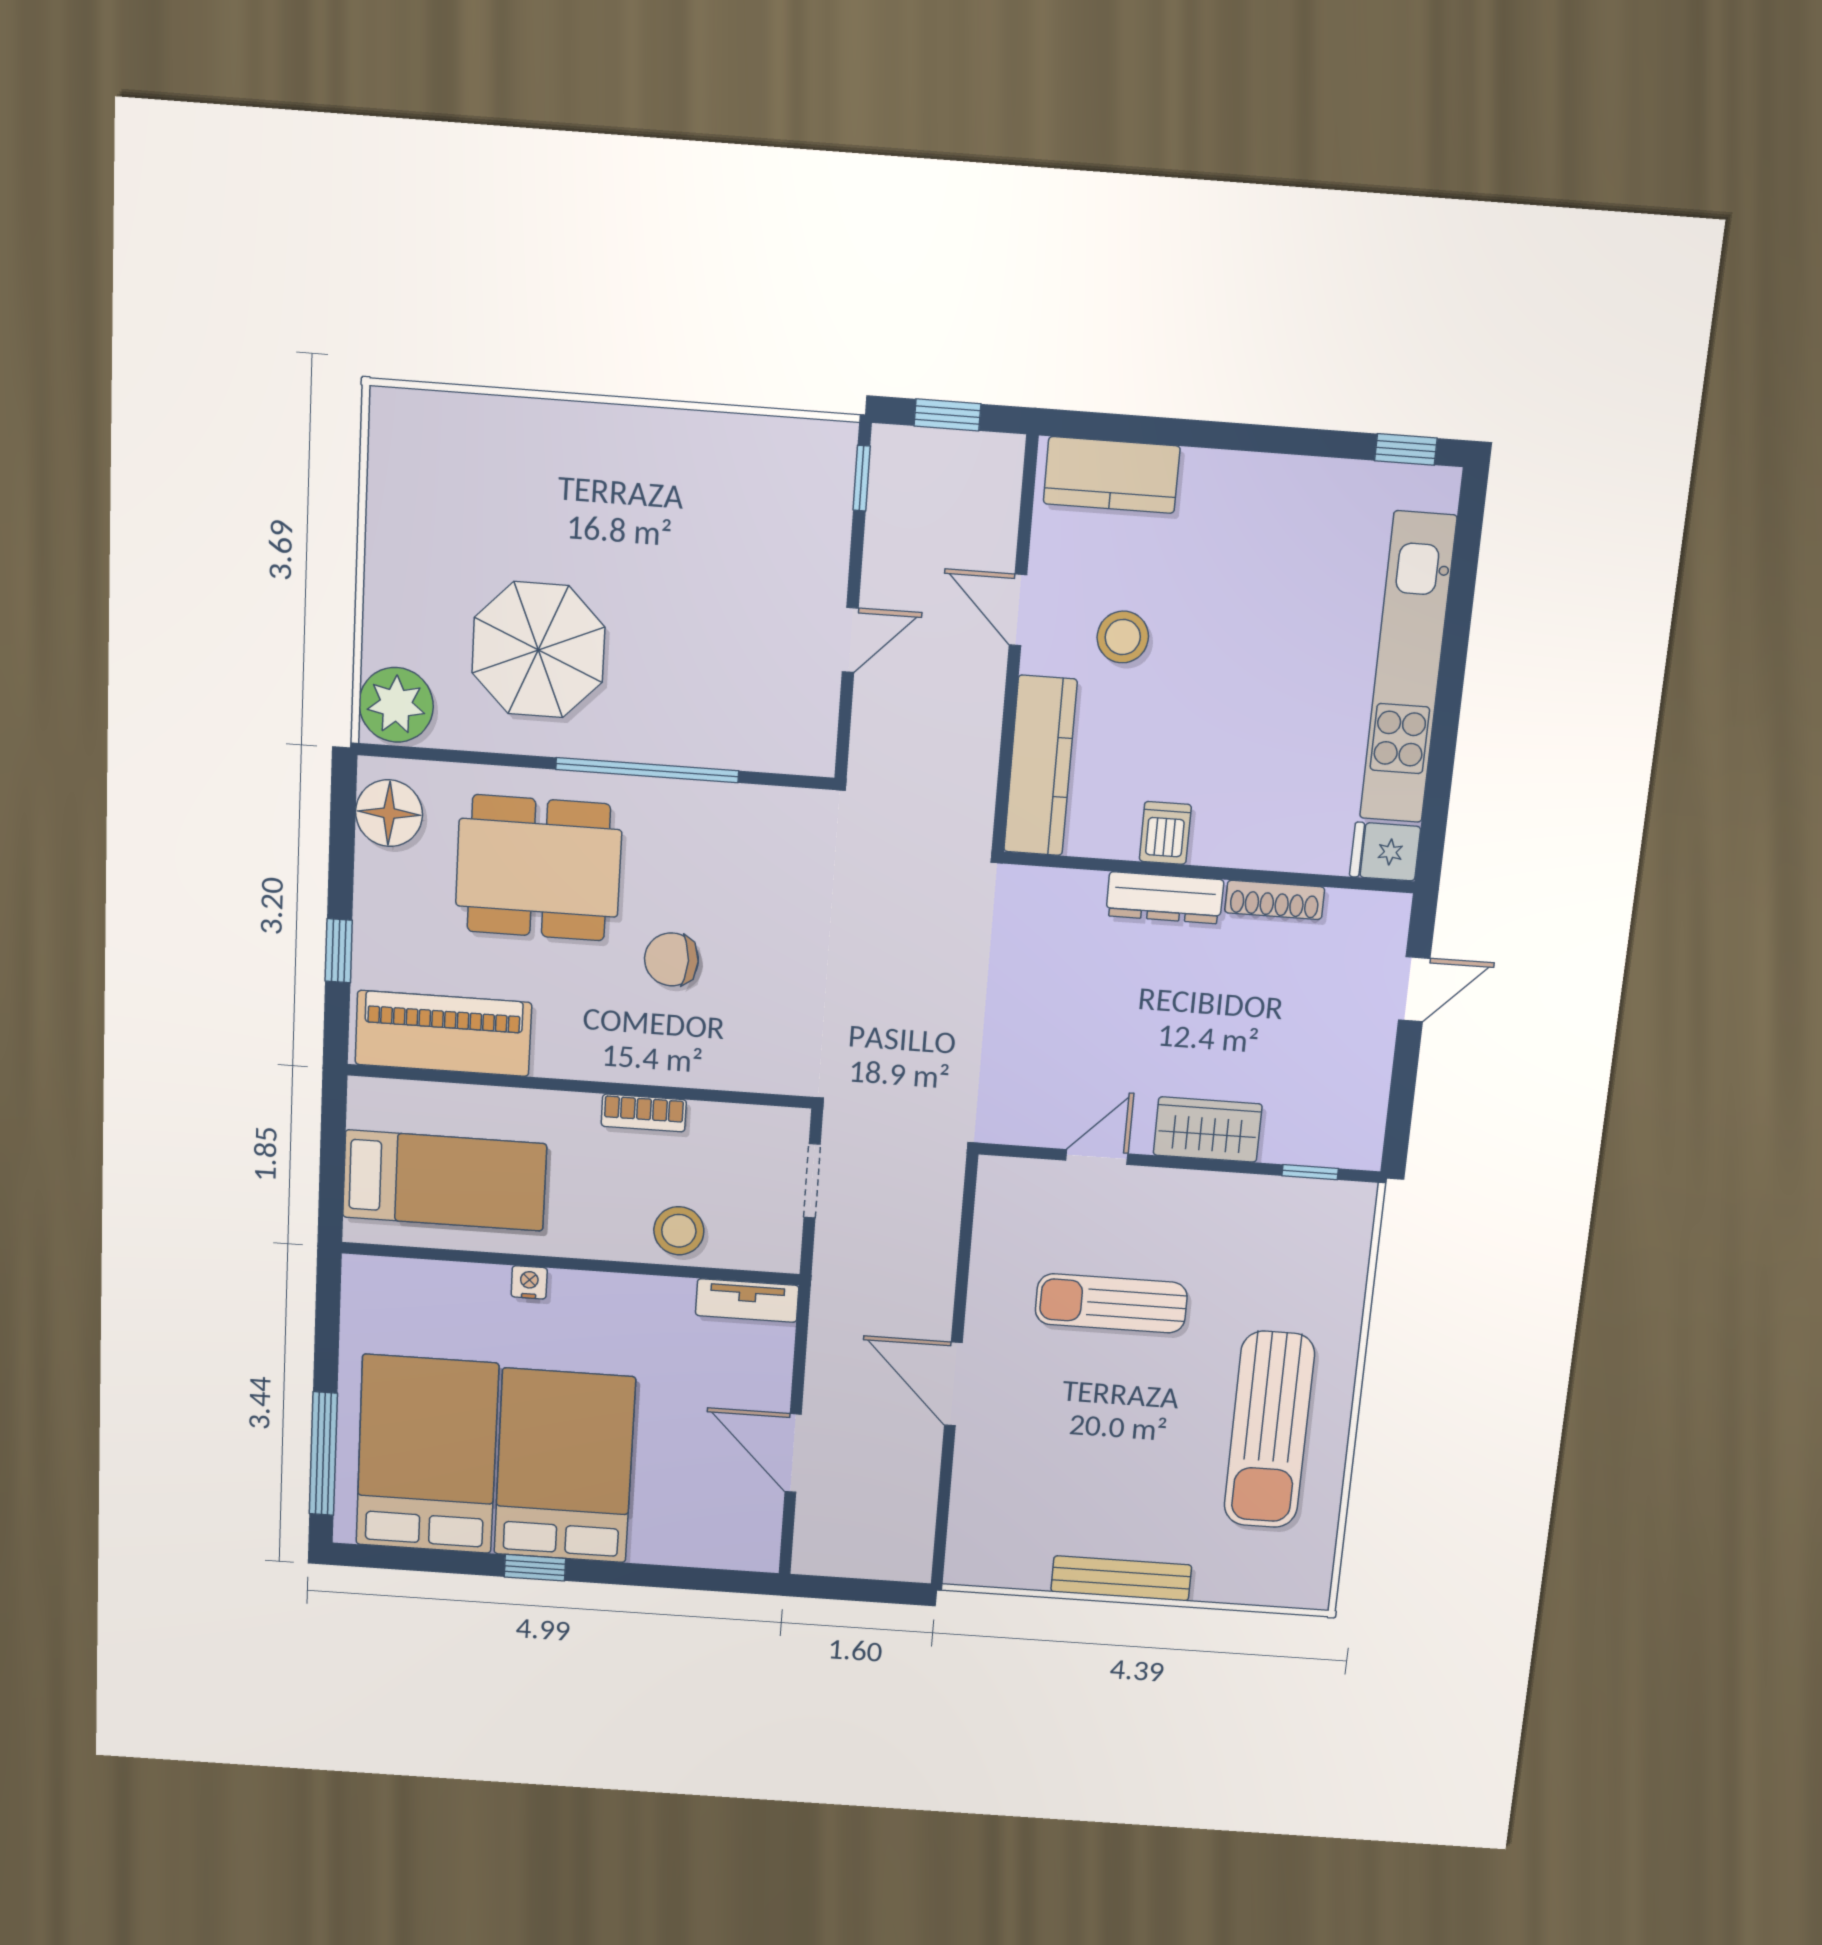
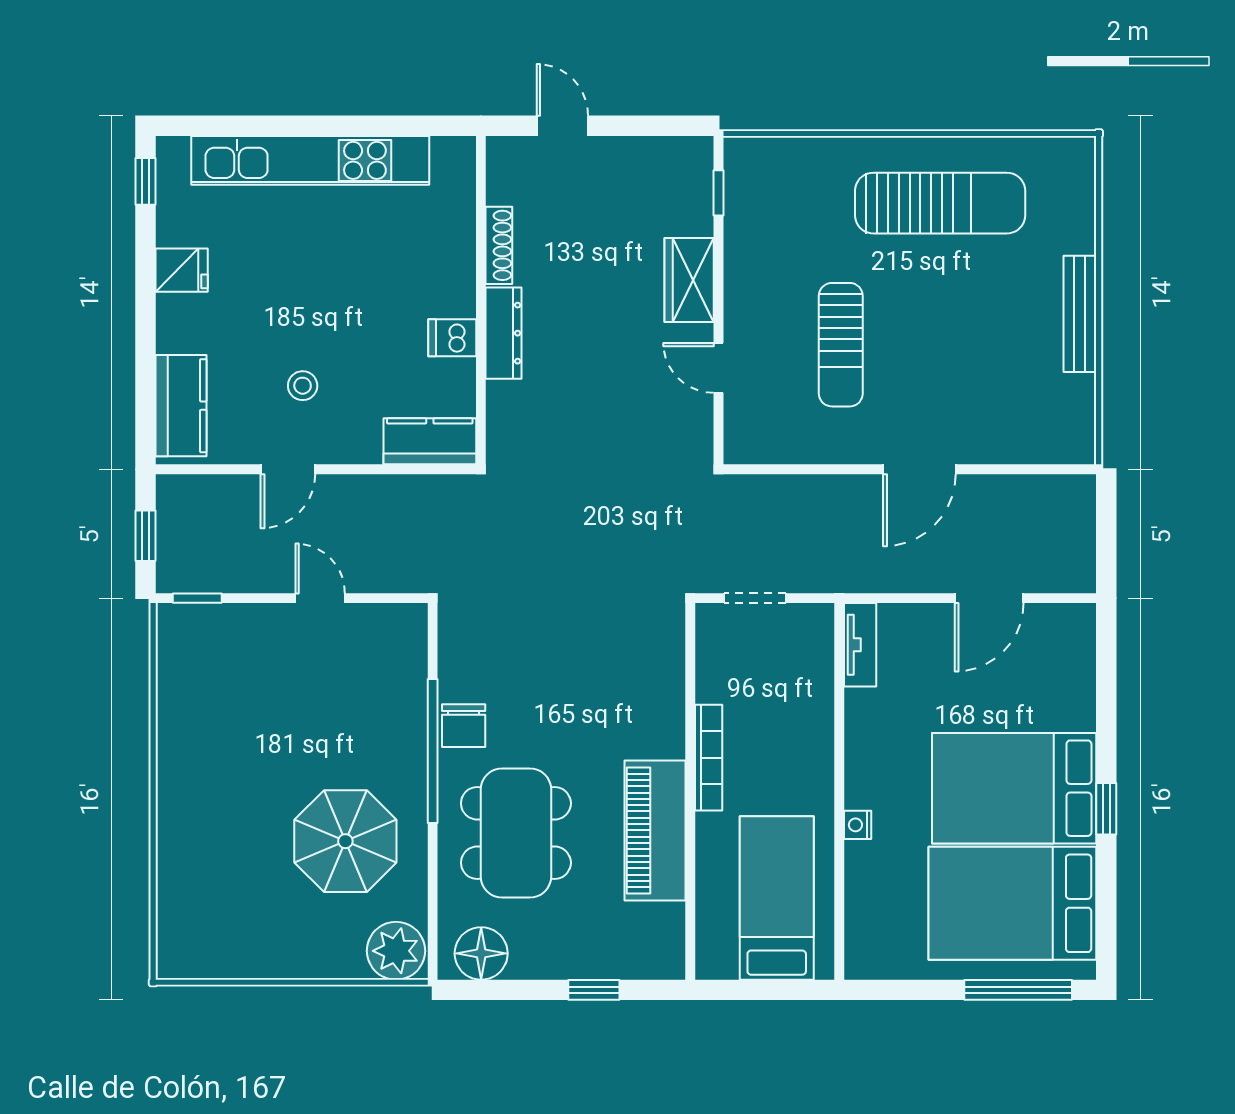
stool: (1123, 637) -> (303, 386), width x0.73, depth x0.73
kitchen counter: (1040, 766) -> (430, 441), width x0.67
fridge: (1385, 852) -> (182, 270), moved, turned -90
chair: (671, 959) -> (464, 726), moved
piano: (443, 1033) -> (655, 830), moved
bookcase: (644, 1113) -> (709, 758), width x1.56
stool: (679, 1231) -> (805, 704), removed

